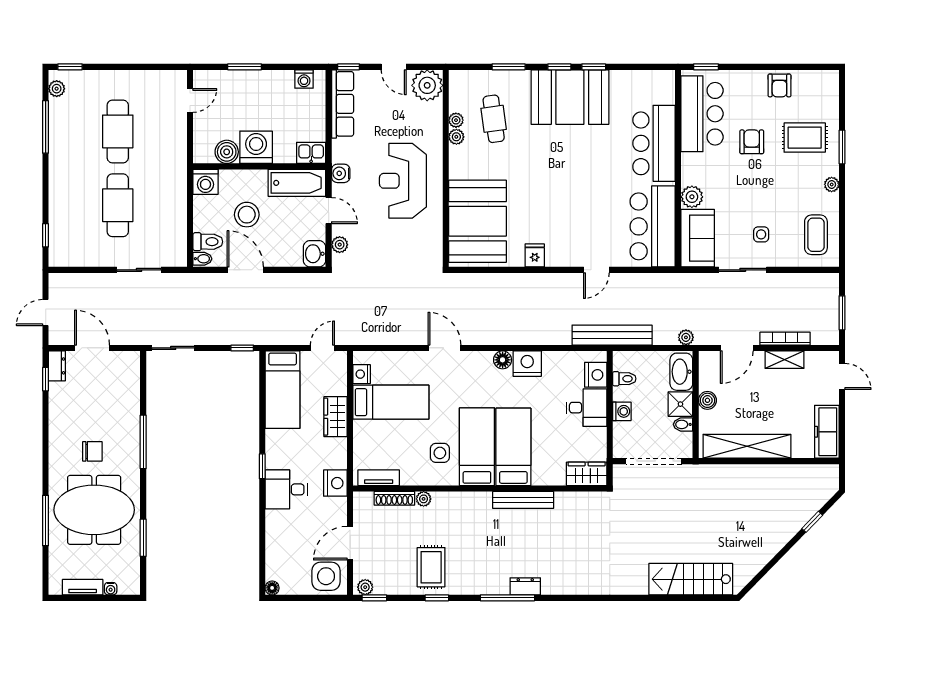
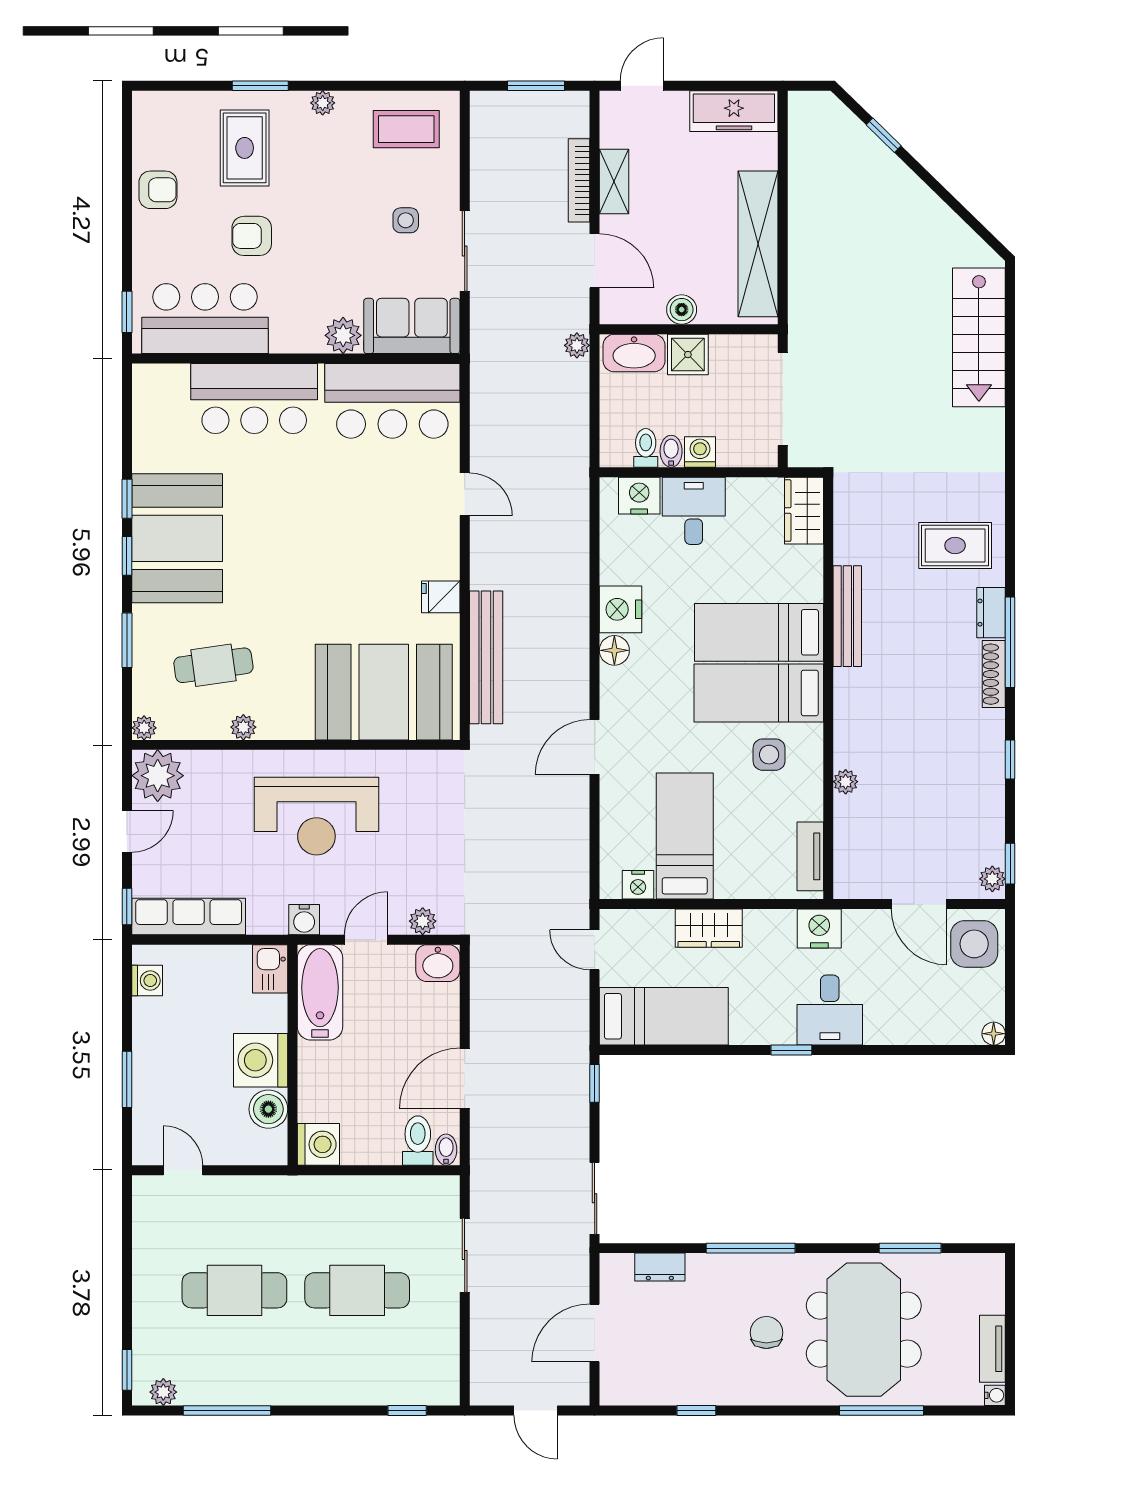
plant: (456, 120) -> (144, 728), moved
stool: (247, 215) -> (373, 1076), removed
bench: (612, 335) -> (486, 657), moved
dresser: (57, 366) -> (660, 1267), moved, turned 180
window: (46, 379) -> (696, 1410), moved
bidet: (683, 424) -> (671, 451), moved, turned 180
shoe rack: (394, 498) -> (994, 674), moved, turned 180
rug: (431, 567) -> (955, 545), moved
water cooler: (111, 589) -> (995, 1395), moved

